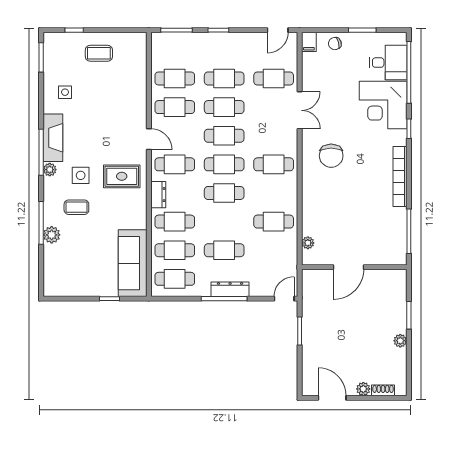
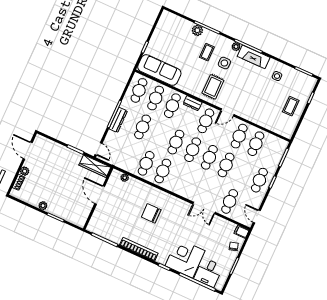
cafe table: (224, 78) -> (259, 180), moved
chair: (331, 156) -> (151, 213), moved
cafe table: (274, 164) -> (163, 171), moved
wardrobe: (311, 293) -> (95, 166), added
door: (332, 398) -> (28, 151), swing flipped

